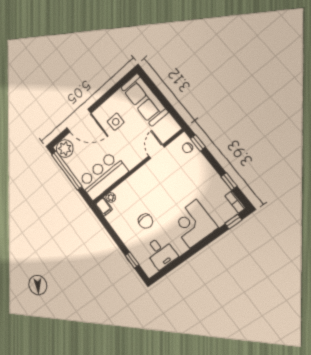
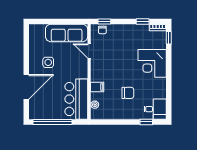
sofa: (144, 100) -> (67, 33), moved
plant: (65, 149) -> (37, 112), removed
filing cabinet: (104, 207) -> (97, 87), moved
desk: (161, 253) -> (155, 109), moved

